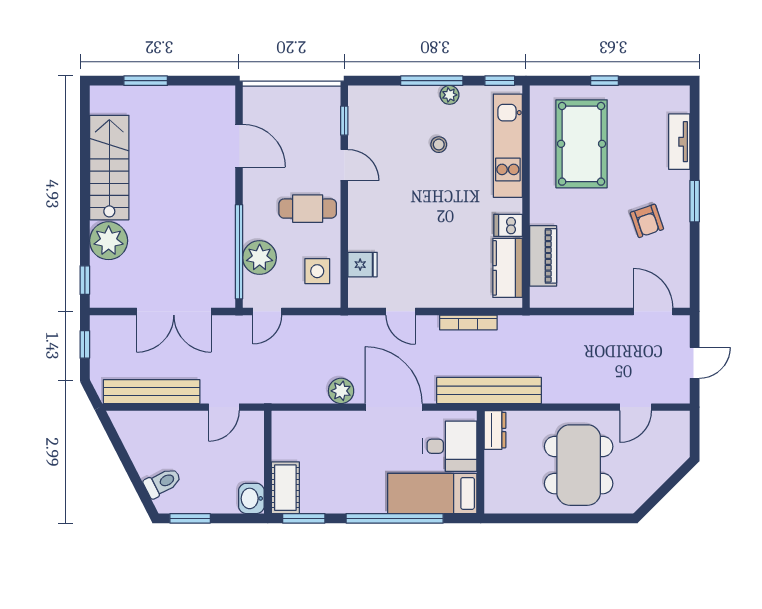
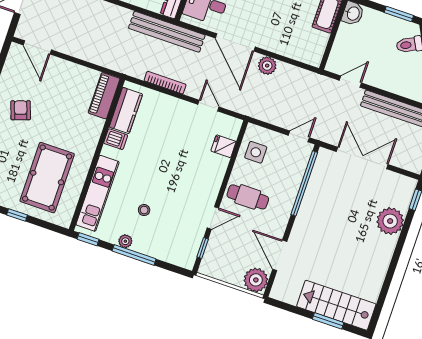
door: (344, 165) -> (213, 218), swing flipped
stairs: (109, 168) -> (336, 305), moved, turned 90
piano: (543, 256) -> (104, 96), moved
plant: (260, 258) -> (256, 280), moved

